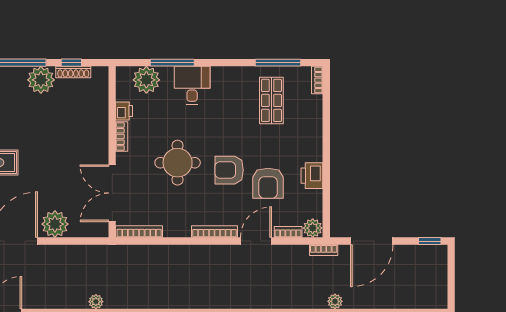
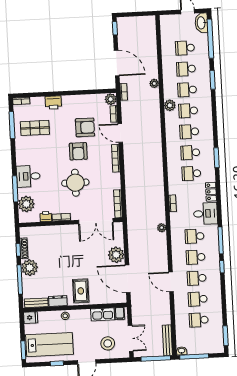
printer: (312, 176) -> (53, 103), moved

